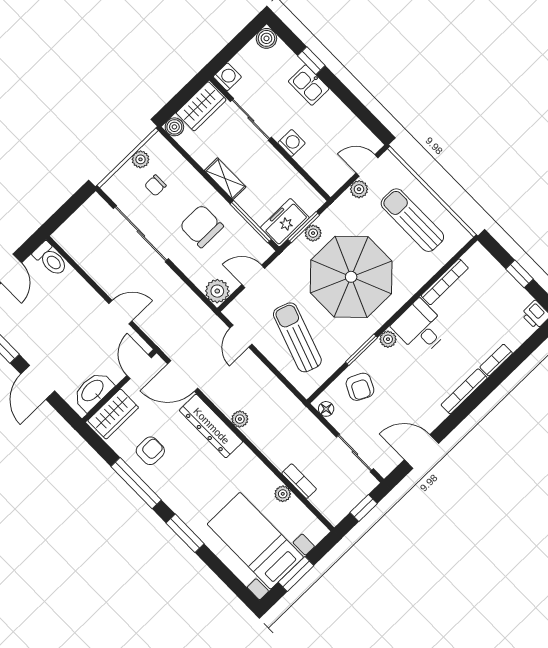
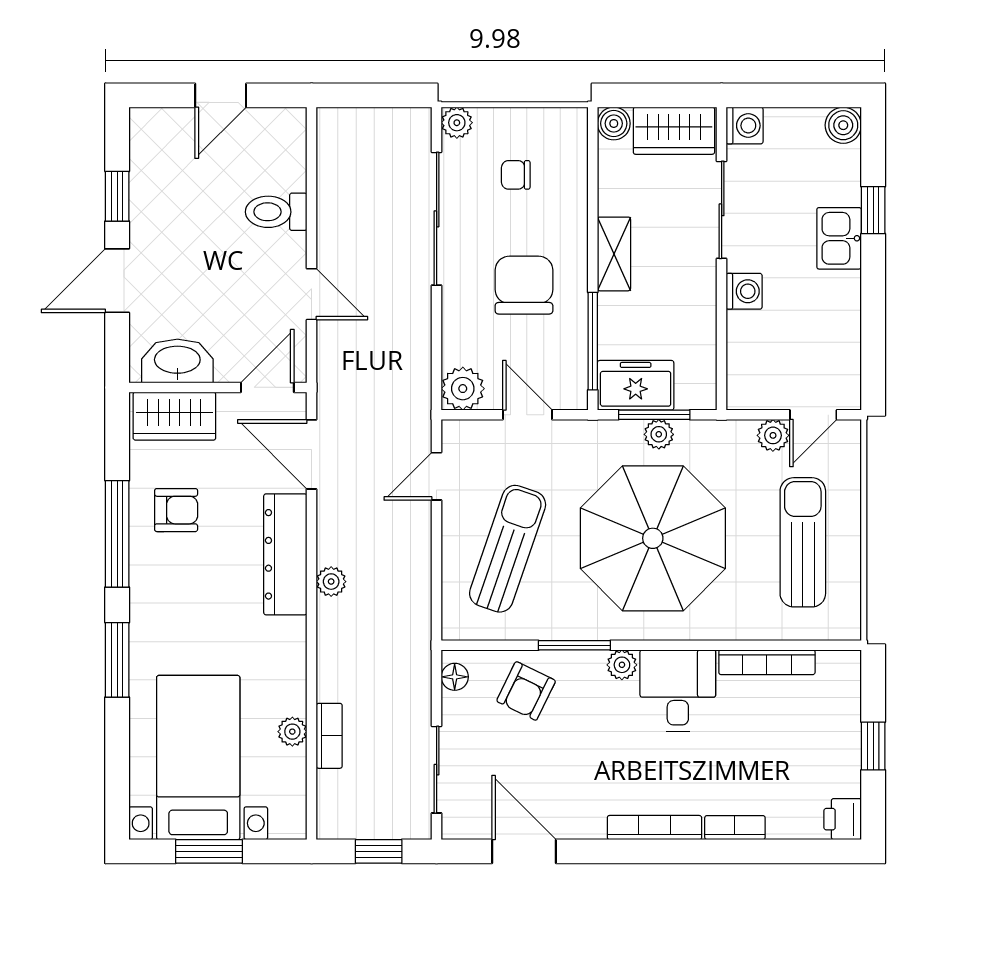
plant: (141, 159) -> (457, 123), moved
door: (367, 165) -> (813, 415), swing flipped
toilet: (50, 259) -> (276, 212), moved, turned 90

